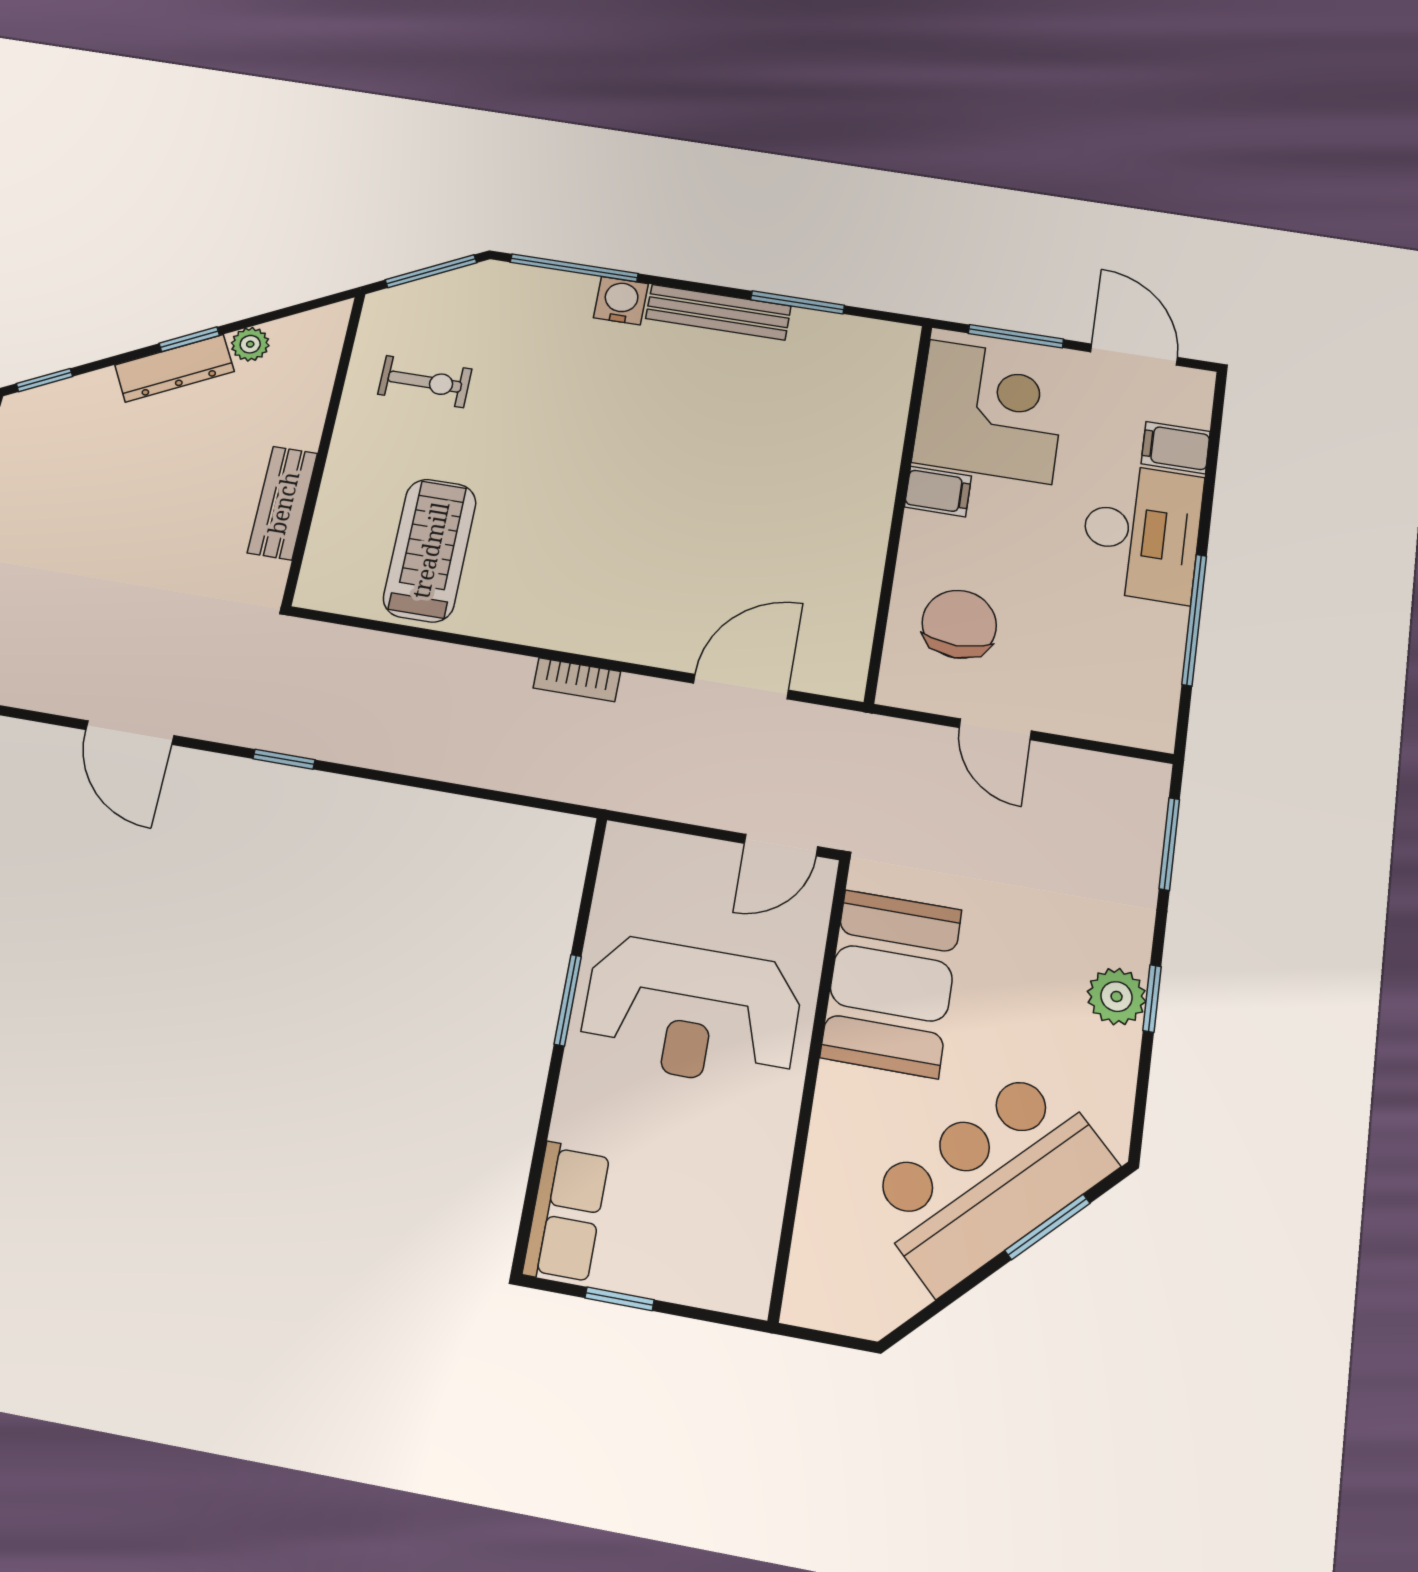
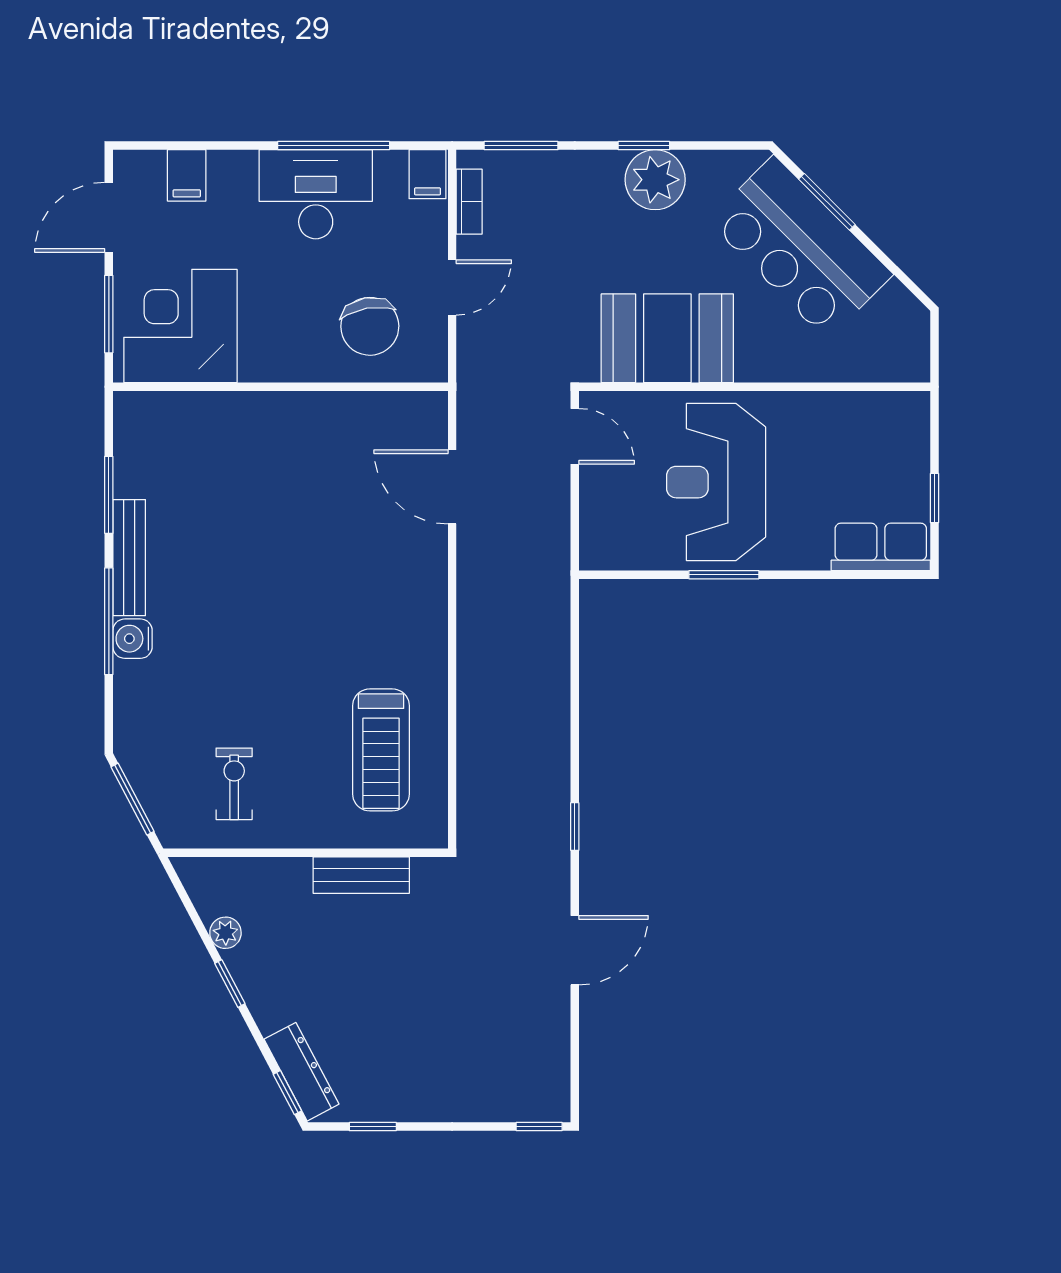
window: (574, 268) -> (109, 621), moved
dresser: (175, 368) -> (301, 1072), moved
filing cabinet: (938, 492) -> (428, 174), moved, turned 180
desk: (1142, 532) -> (316, 194), moved
treadmill: (430, 550) -> (381, 750), turned -90
chair: (959, 624) -> (370, 326), turned -100
bookcase: (577, 680) -> (469, 202), moved
plant: (1117, 997) -> (655, 180), width x1.36, depth x1.36
reception desk: (691, 1012) -> (716, 482), turned 180

